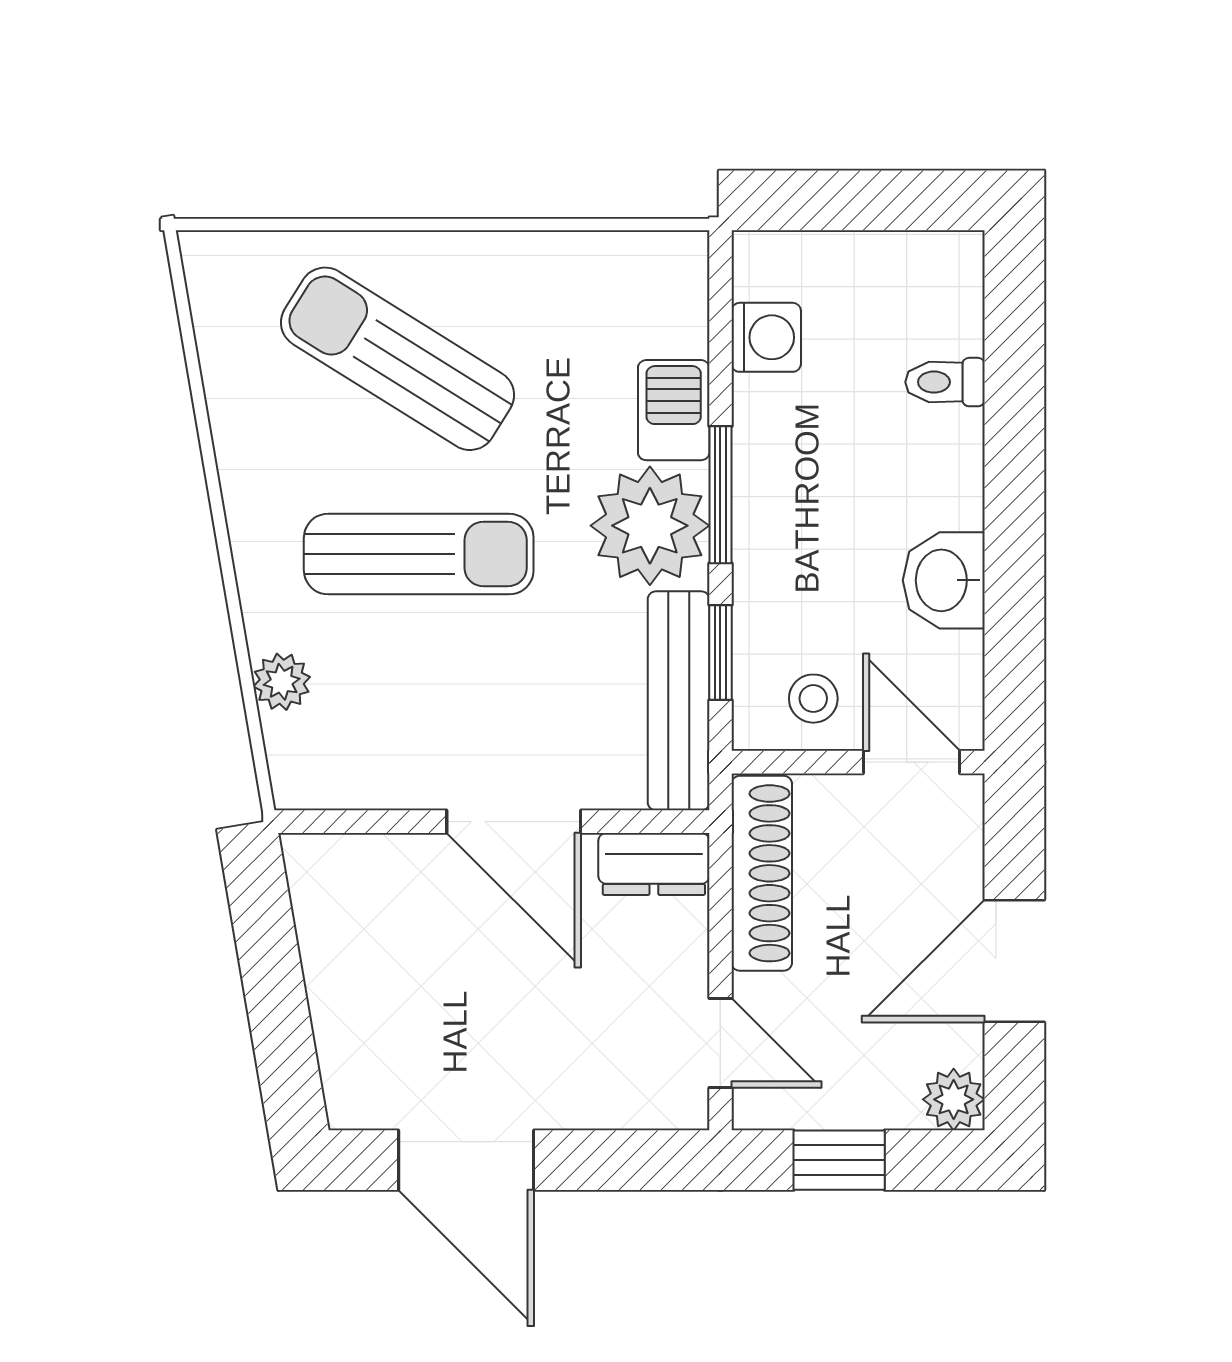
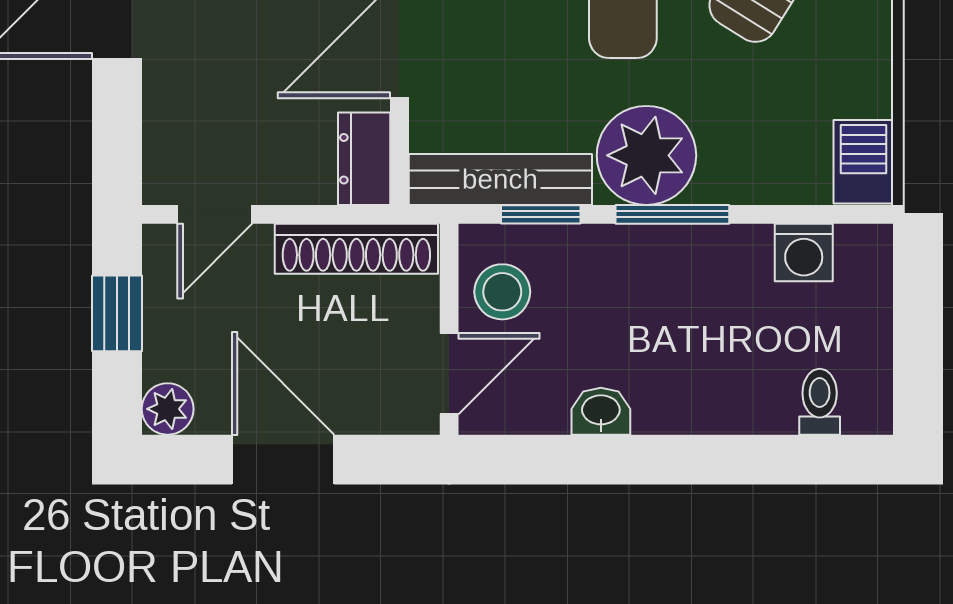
toilet: (945, 382) -> (820, 402), moved
barbecue: (674, 410) -> (863, 162), moved, turned -90
washbasin: (944, 580) -> (601, 411), width x0.72, depth x0.69
stool: (813, 699) -> (502, 292), width x1.37, depth x1.37

